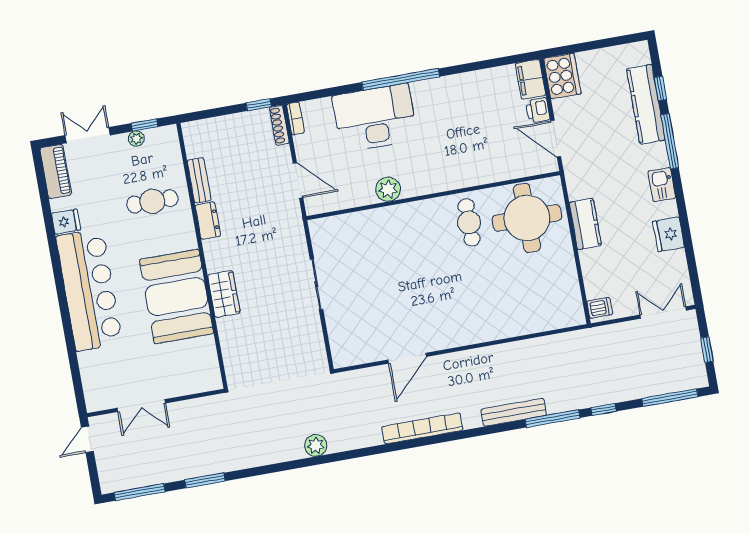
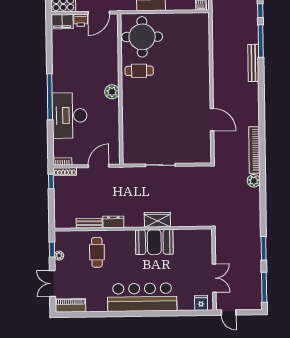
plant: (388, 189) -> (112, 92), moved
fridge: (66, 222) -> (201, 303), moved
booth: (176, 297) -> (154, 242), width x0.73, depth x0.70
bookcase: (422, 428) -> (254, 150), moved

